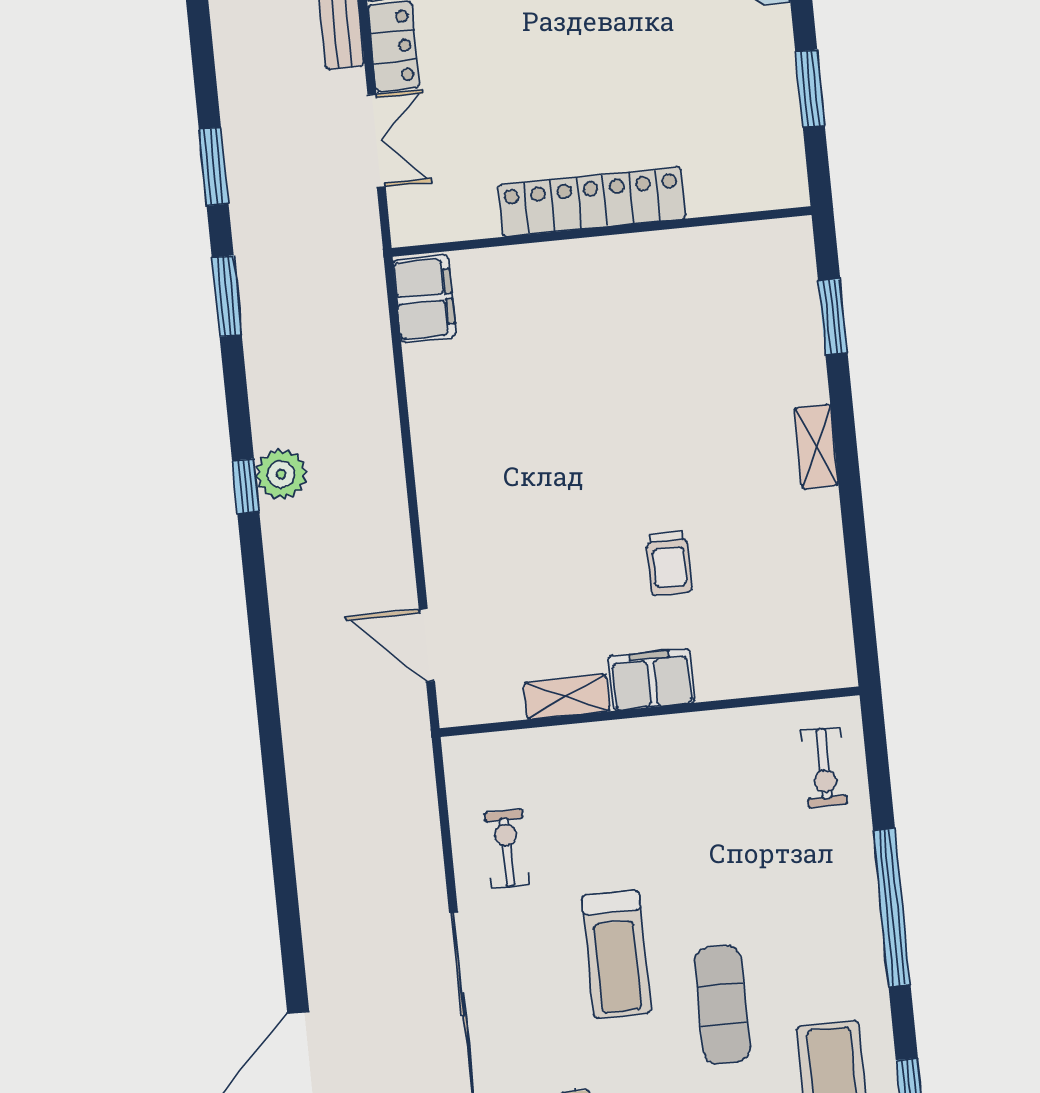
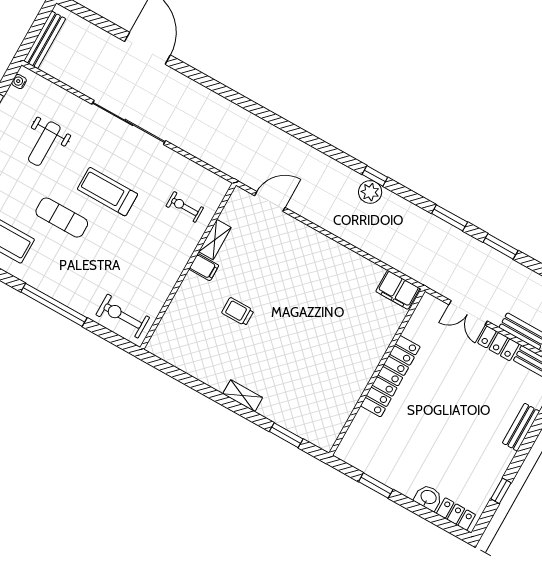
filing cabinet: (651, 680) -> (204, 267), width x0.50
exercise bike: (824, 767) -> (123, 316), width x1.38, depth x1.39
exercise bike: (507, 849) -> (185, 207), moved, turned 180

